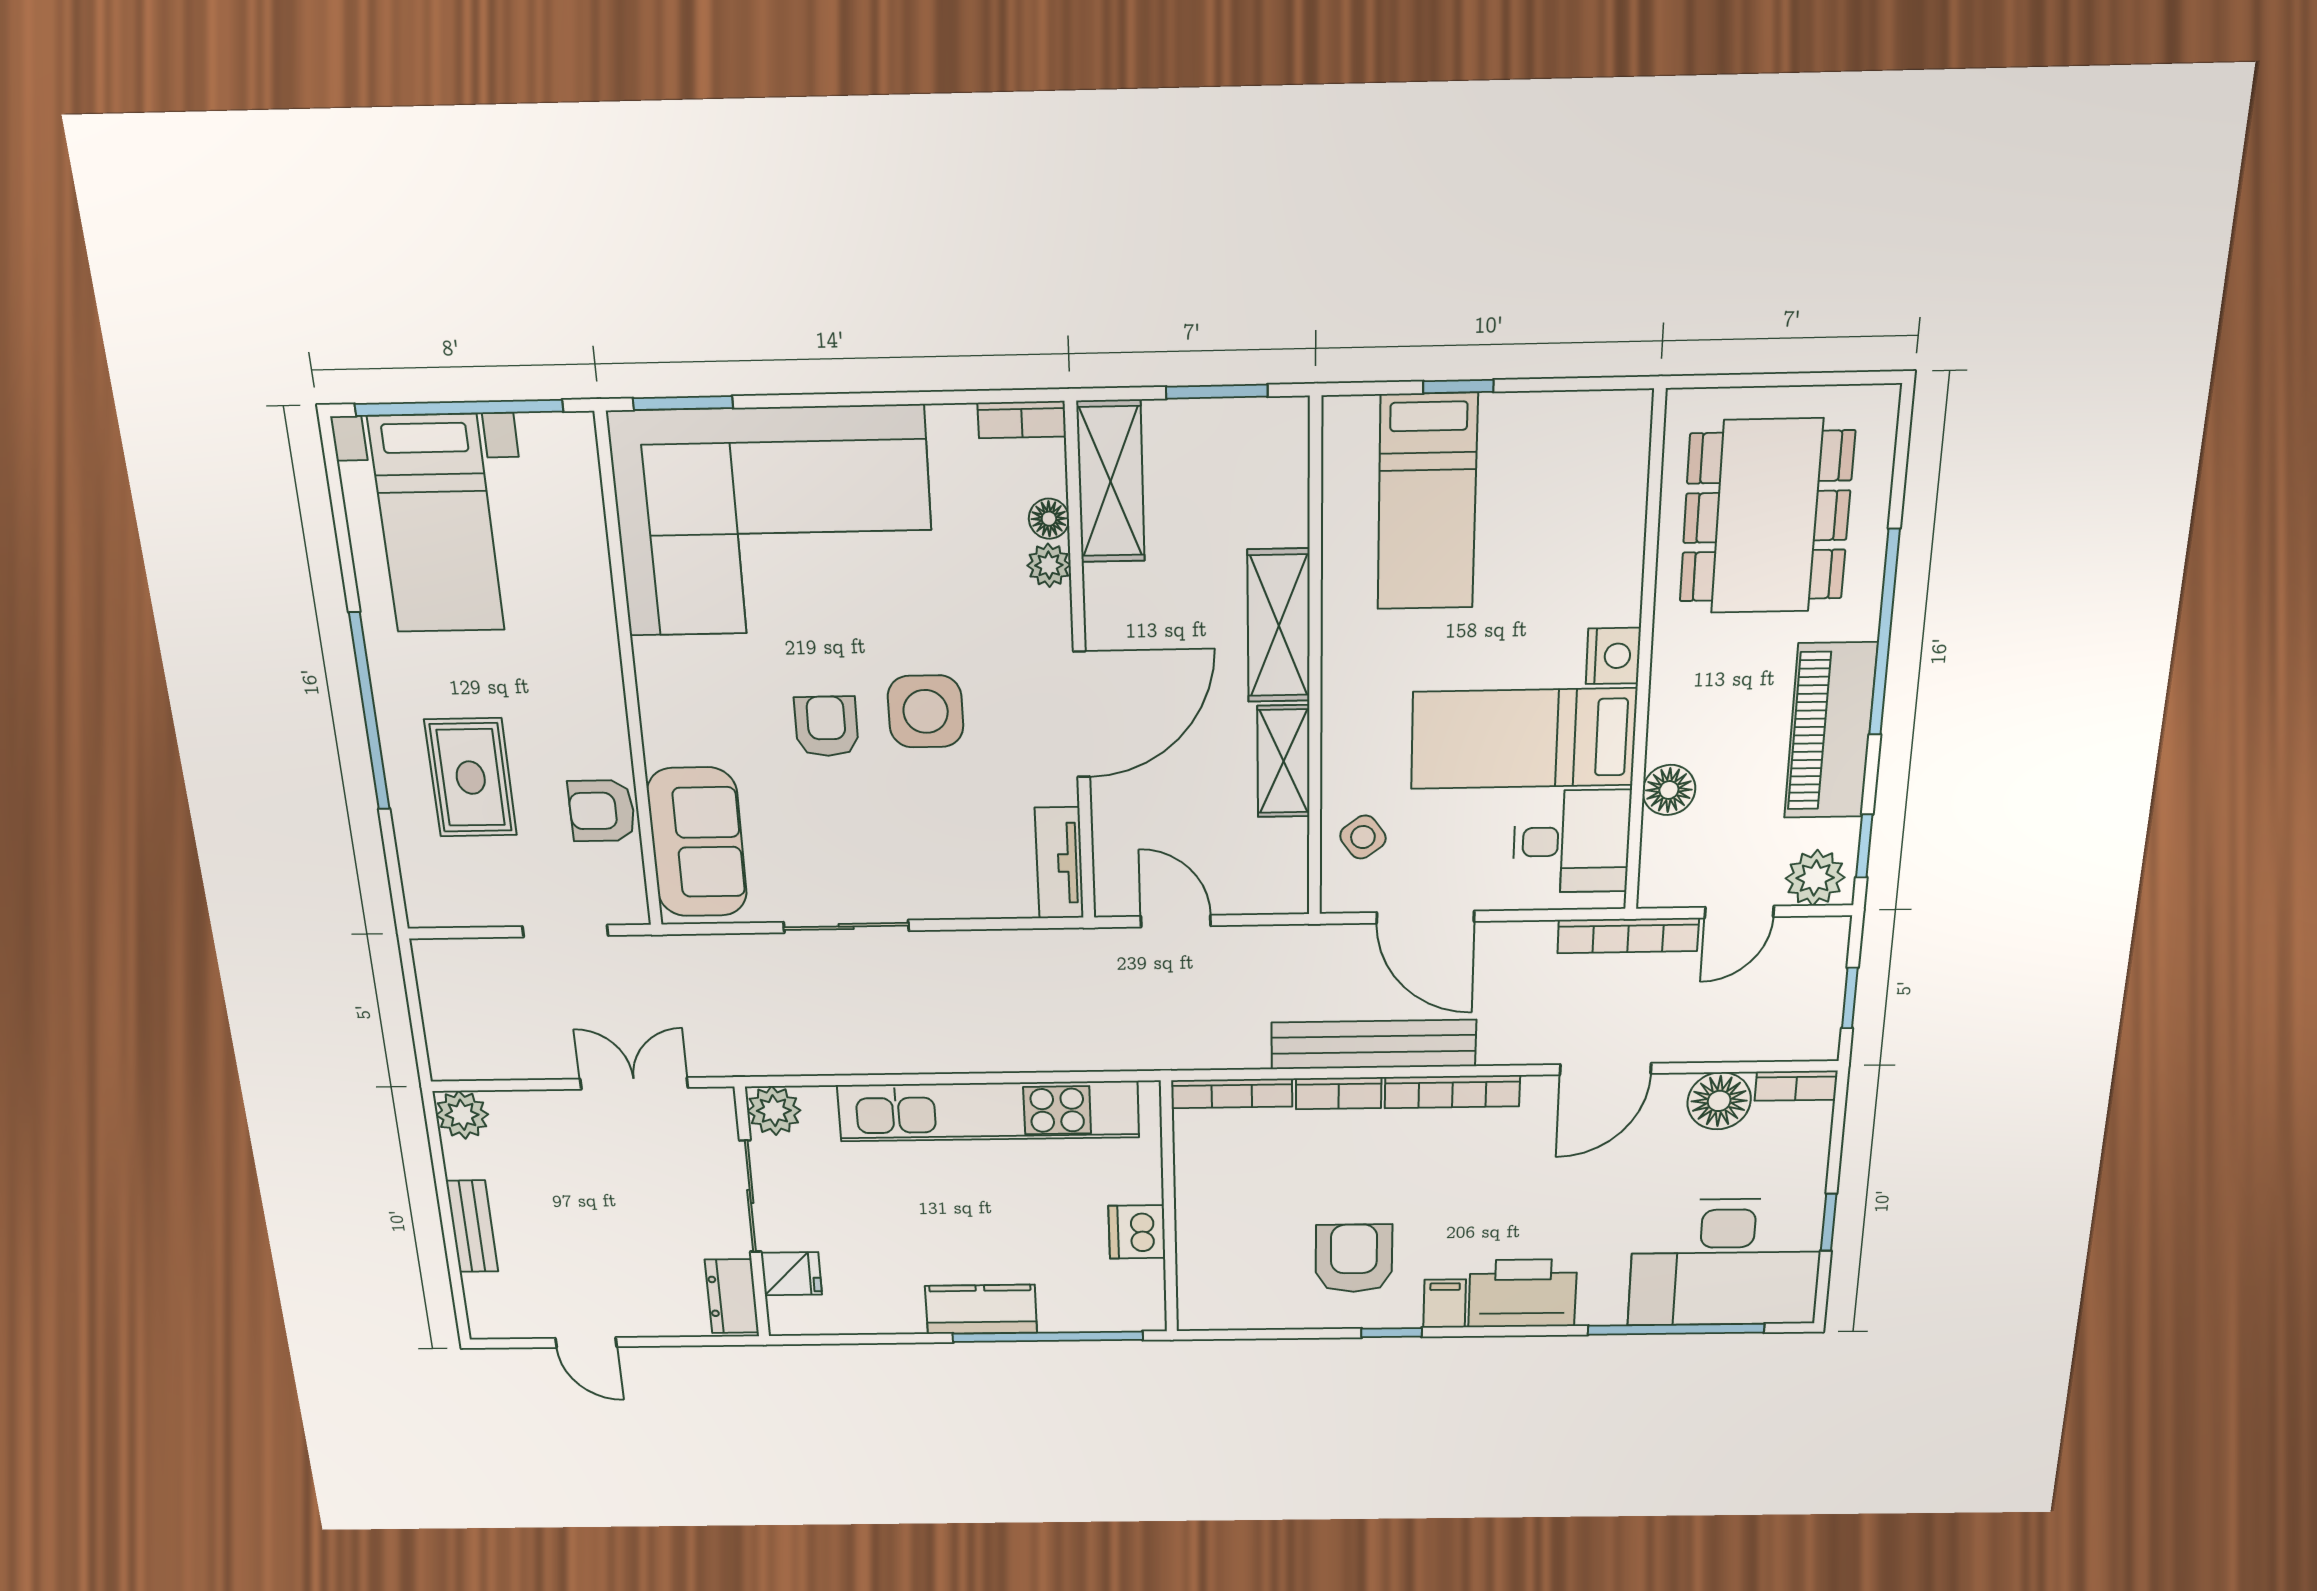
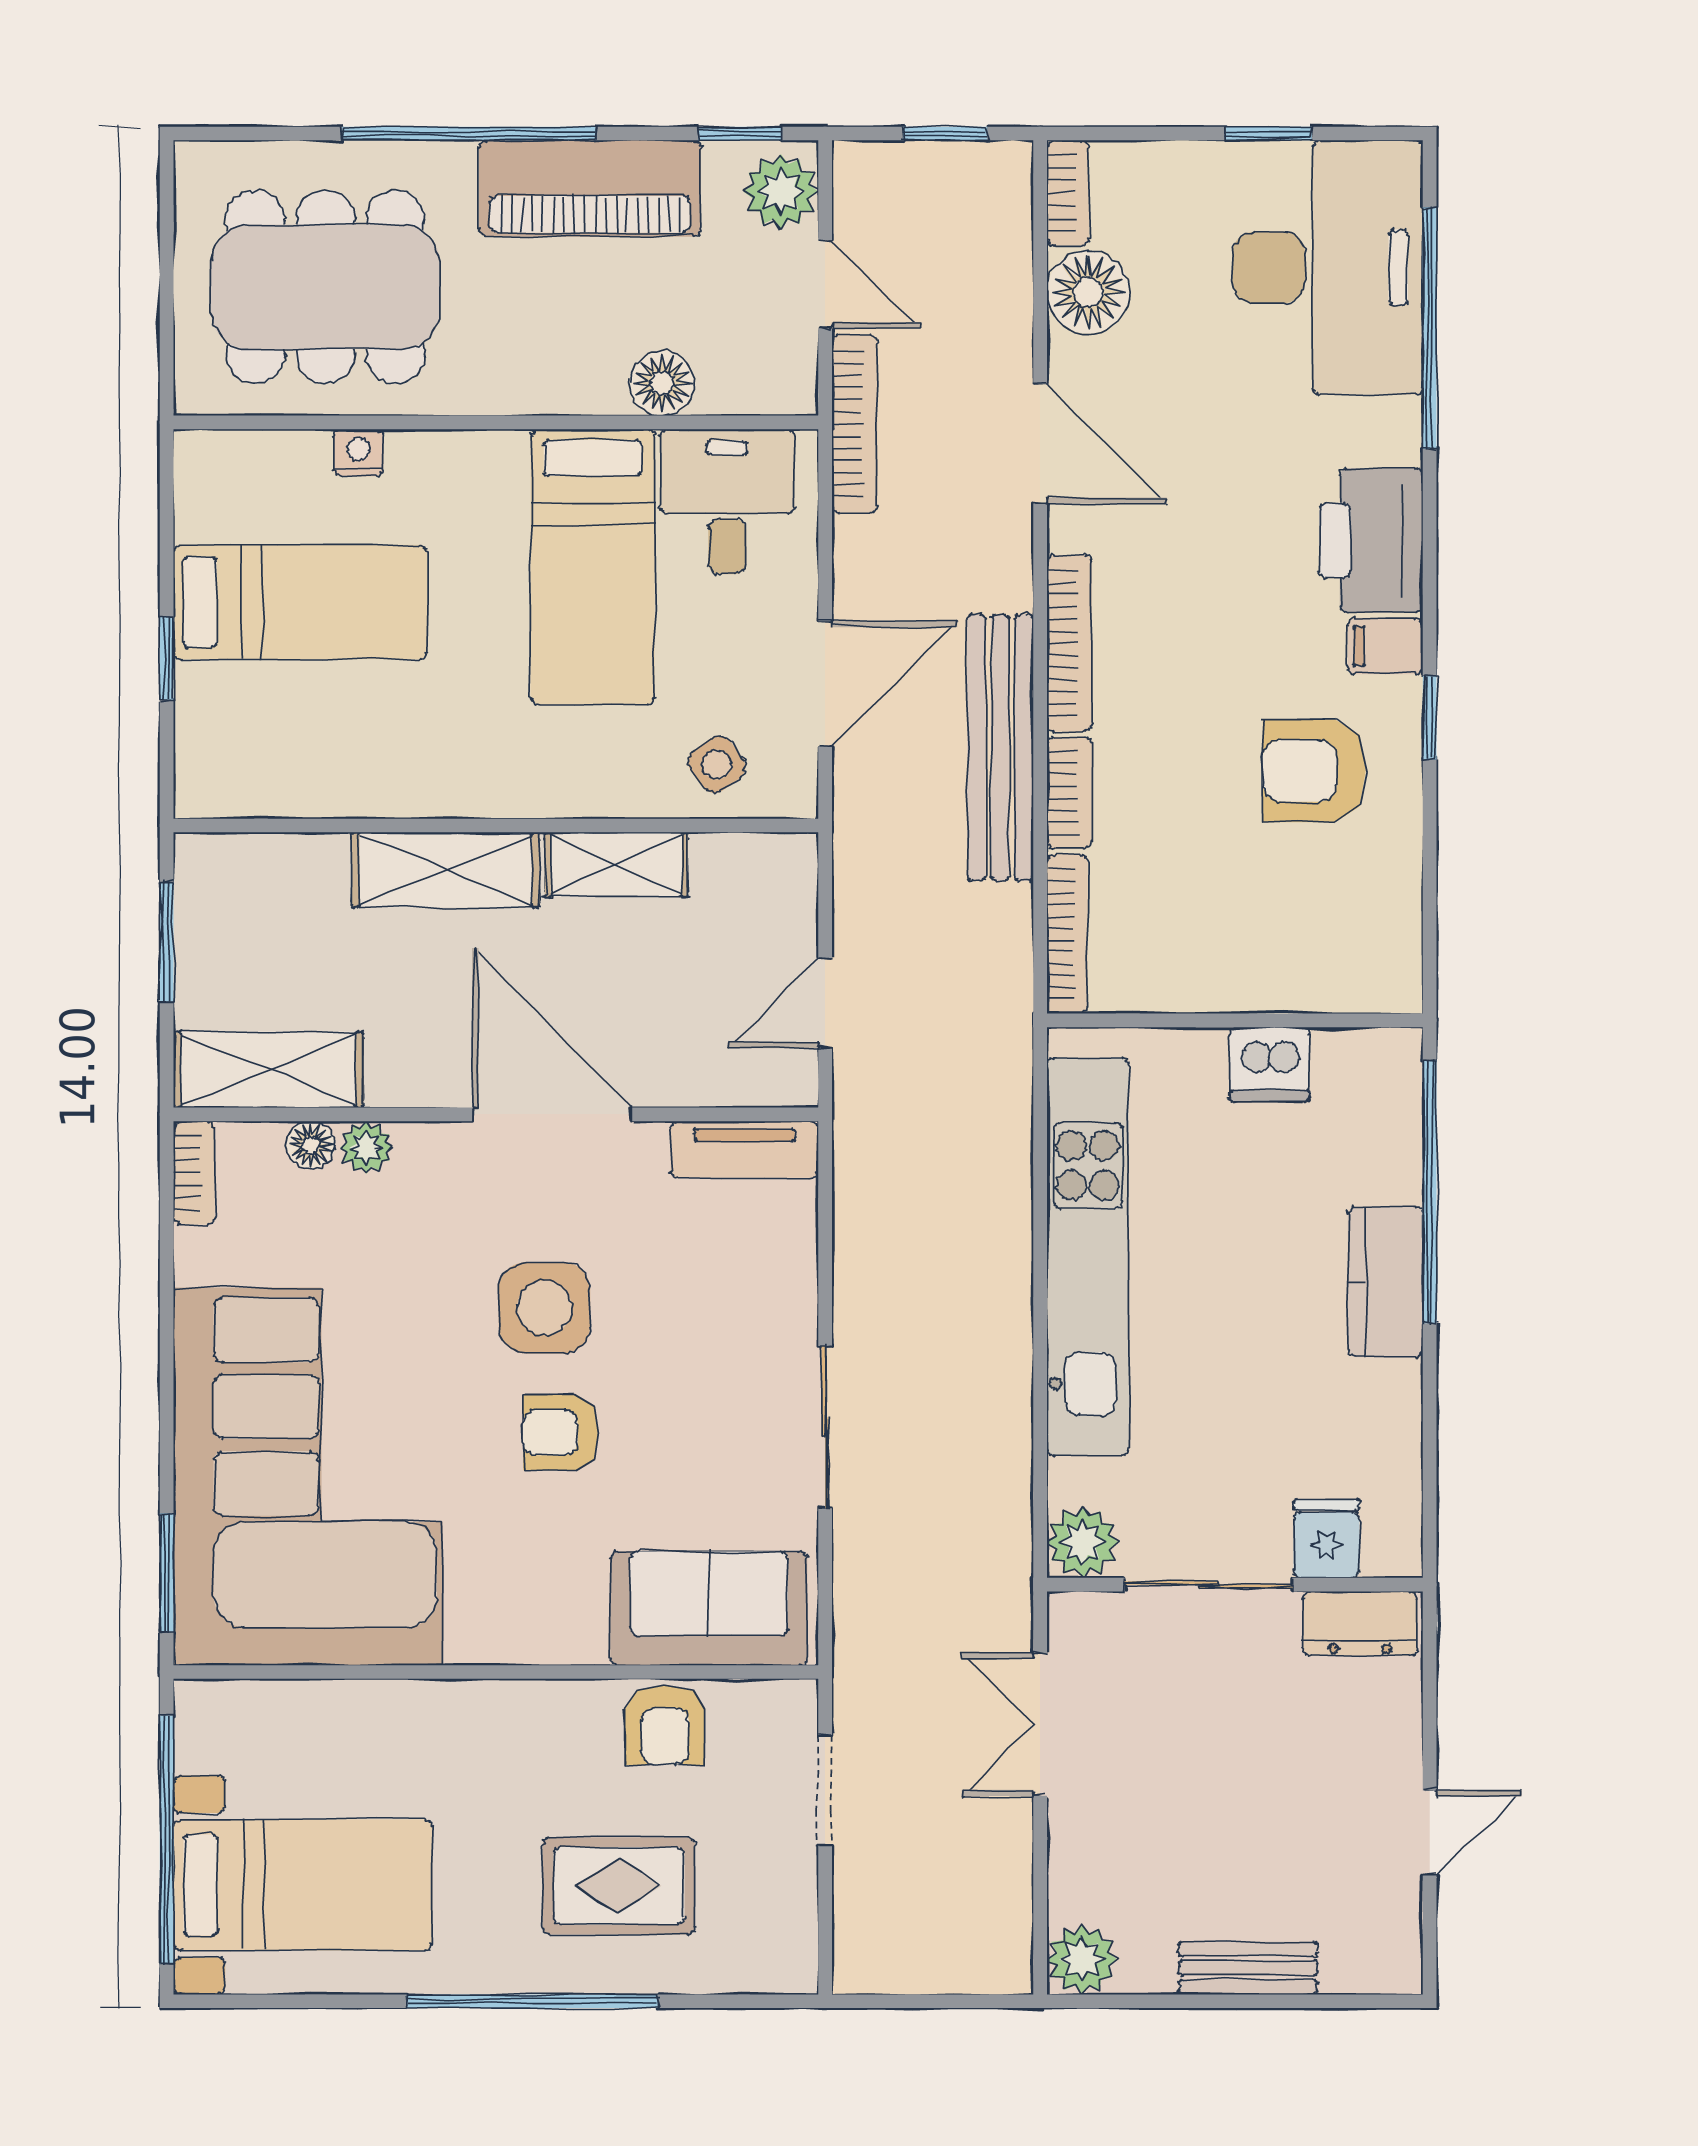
bed: (1427, 502) -> (300, 602), moved
nightstand: (1613, 656) -> (358, 453), moved, width x0.72, depth x0.74

